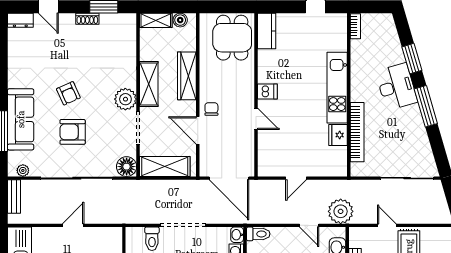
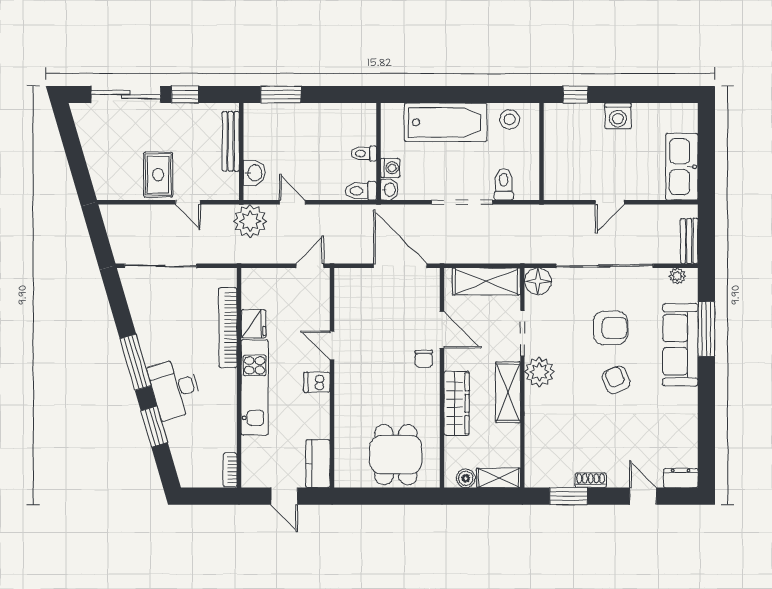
kitchen counter: (267, 31) -> (318, 464), moved
dishwasher: (267, 92) -> (317, 382), moved
wall: (256, 95) -> (332, 378), moved
door: (256, 119) -> (332, 345), moved

